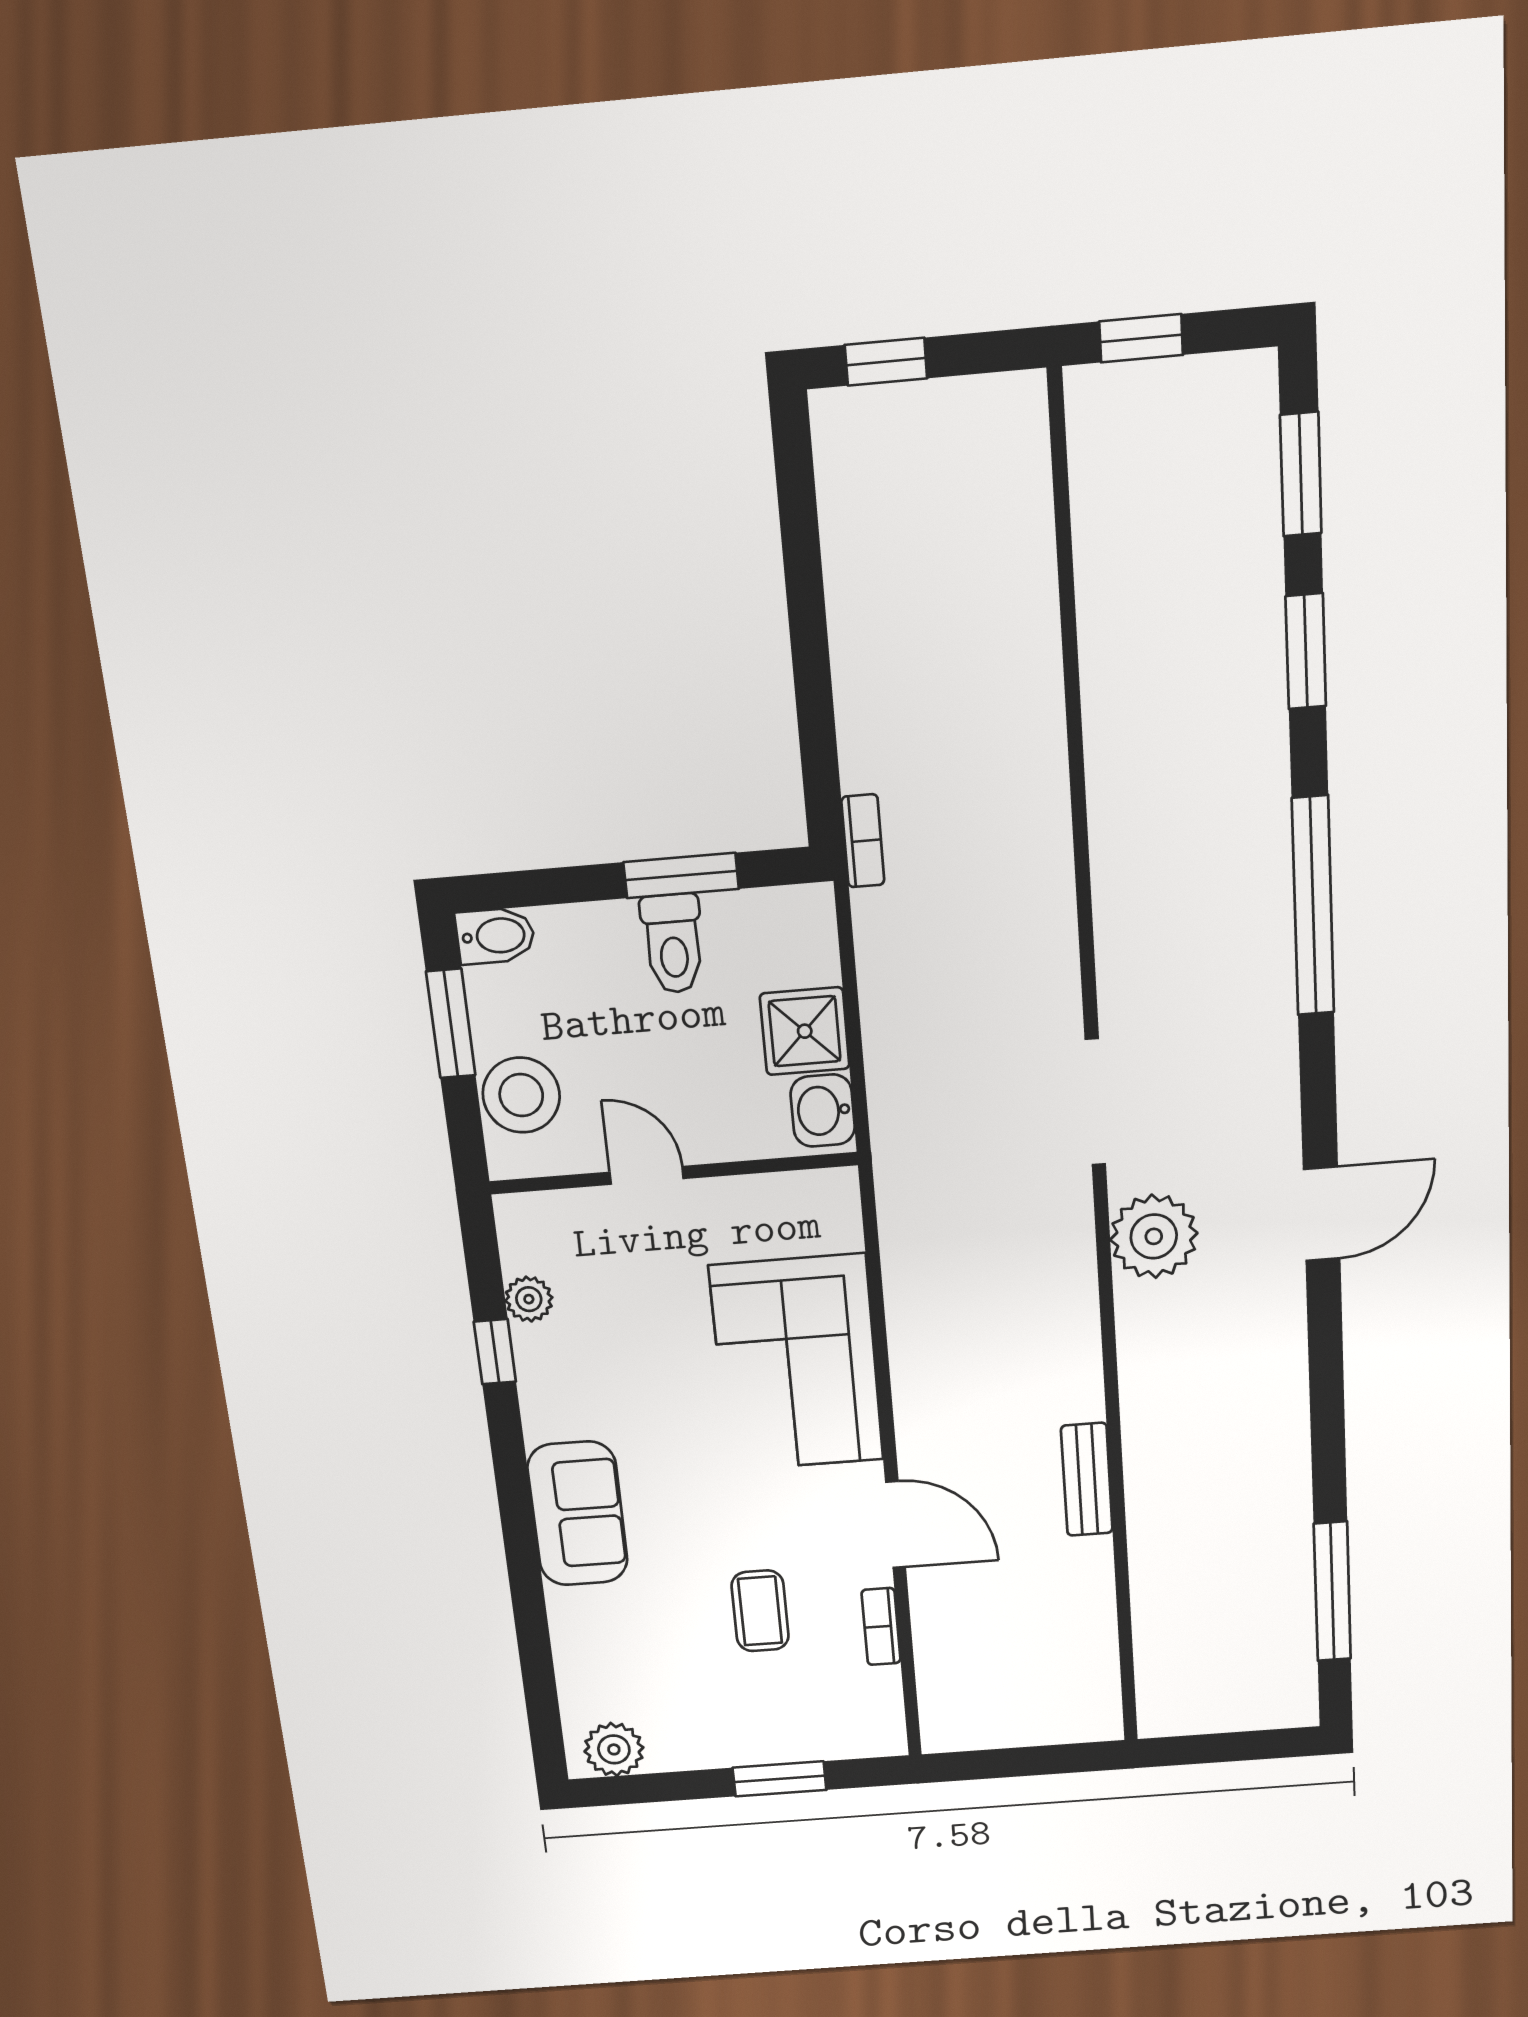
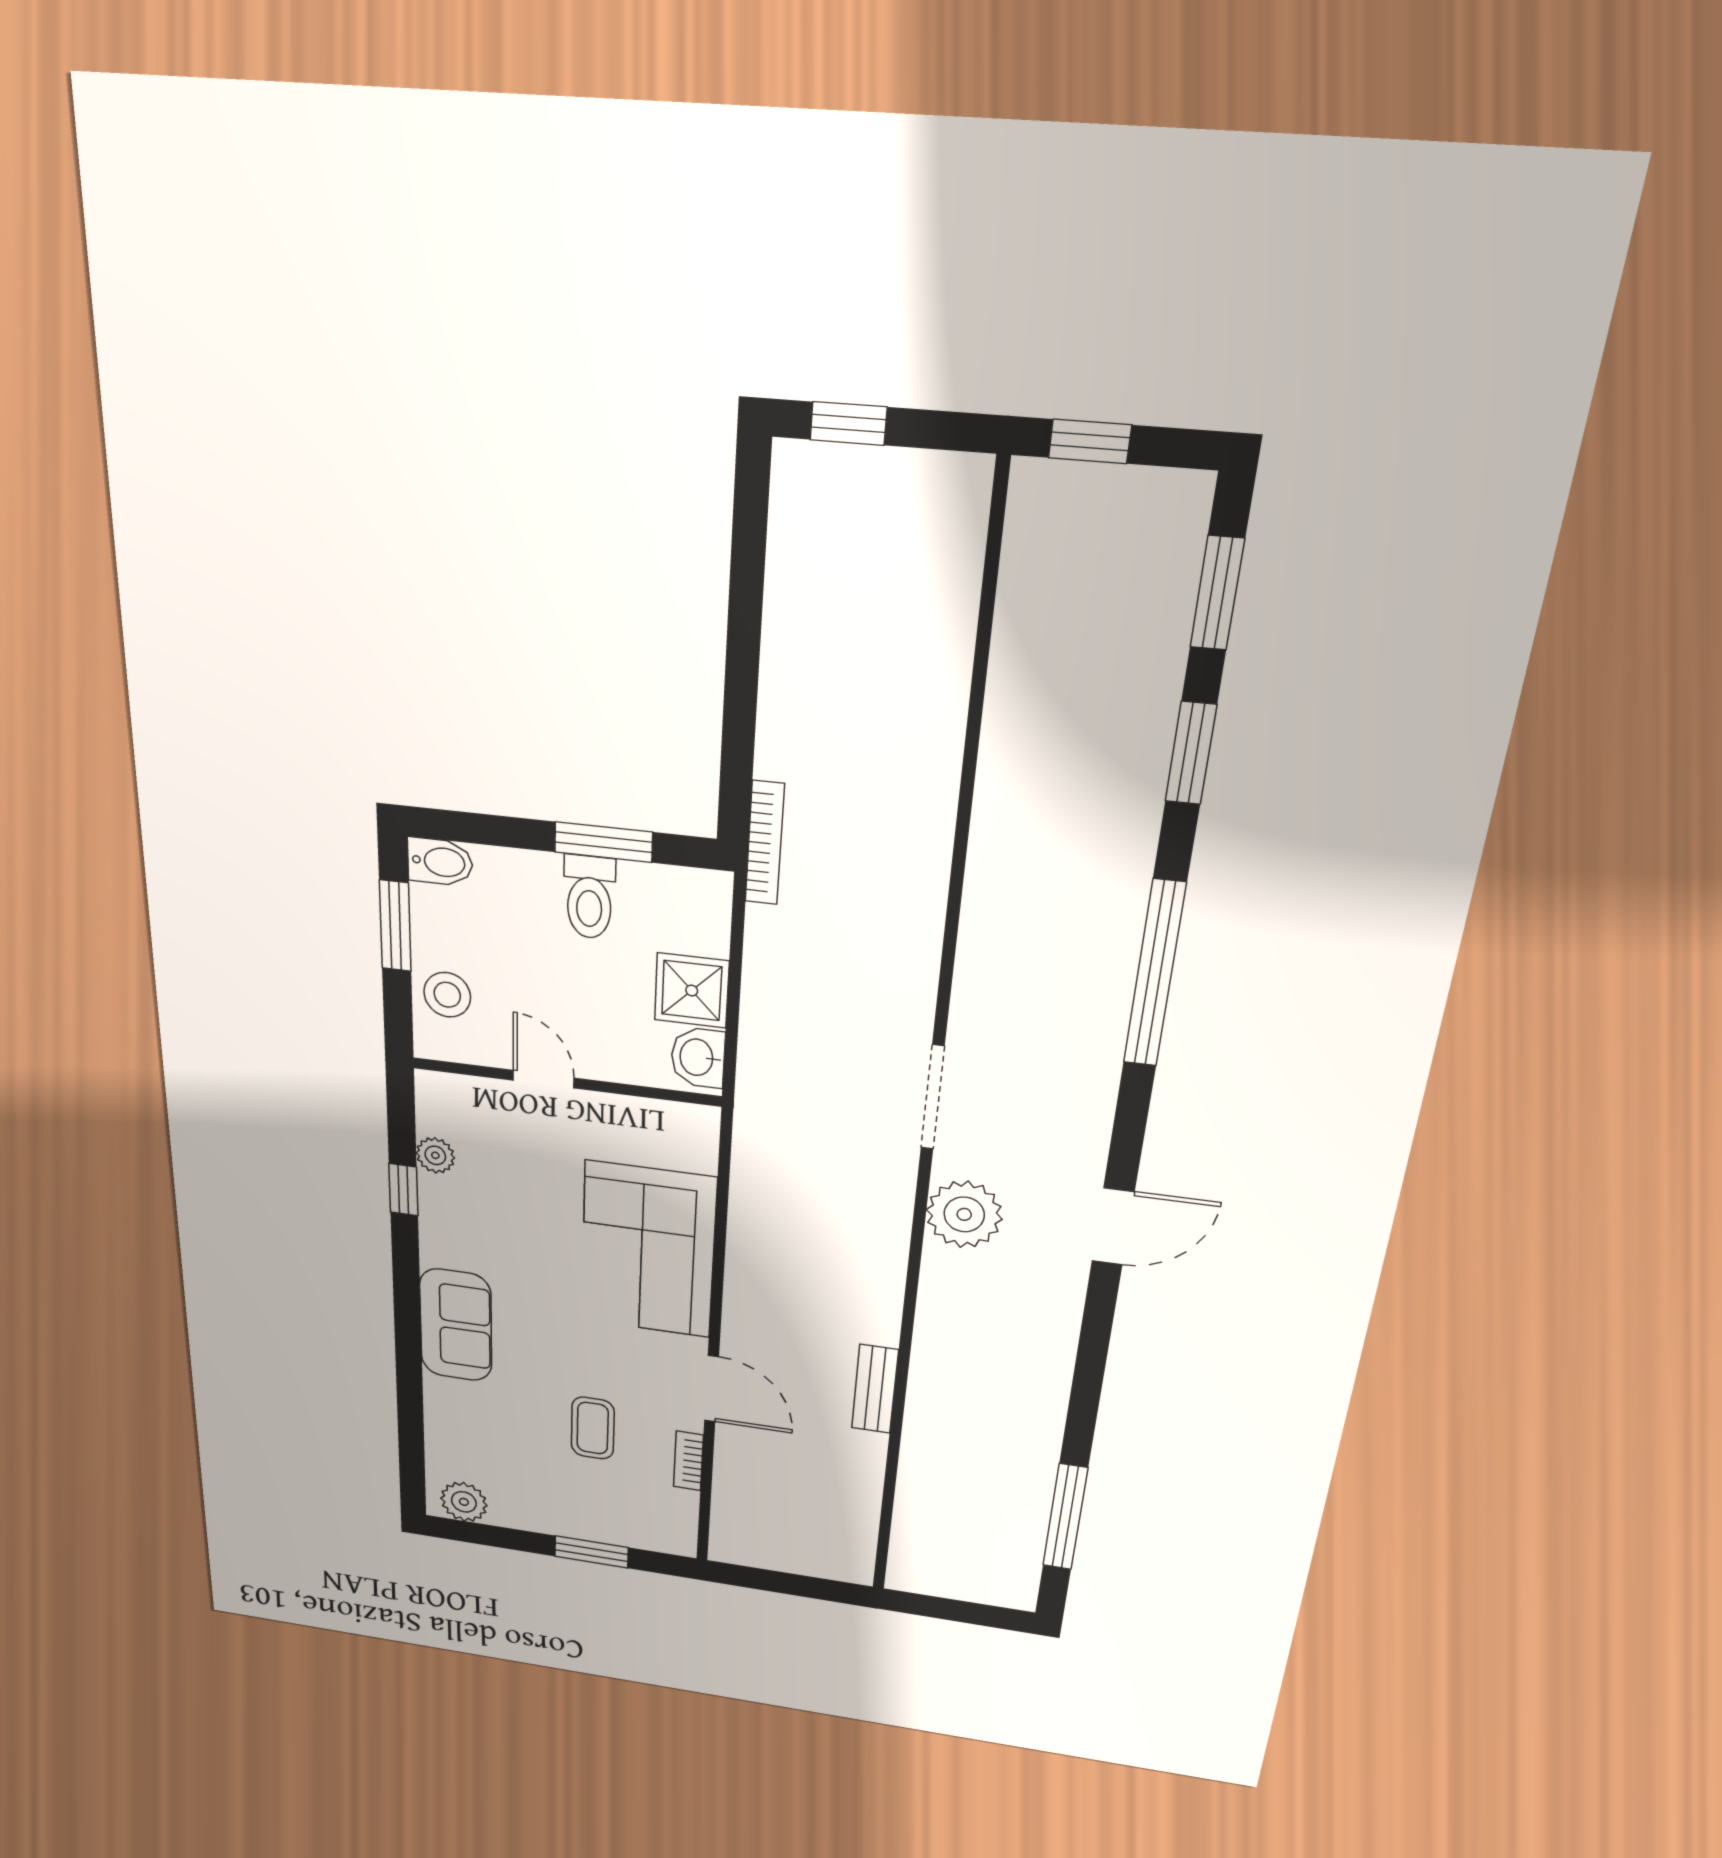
bookcase: (863, 841) -> (765, 843), width x1.56
stool: (521, 1095) -> (447, 995), width x0.73, depth x0.73

